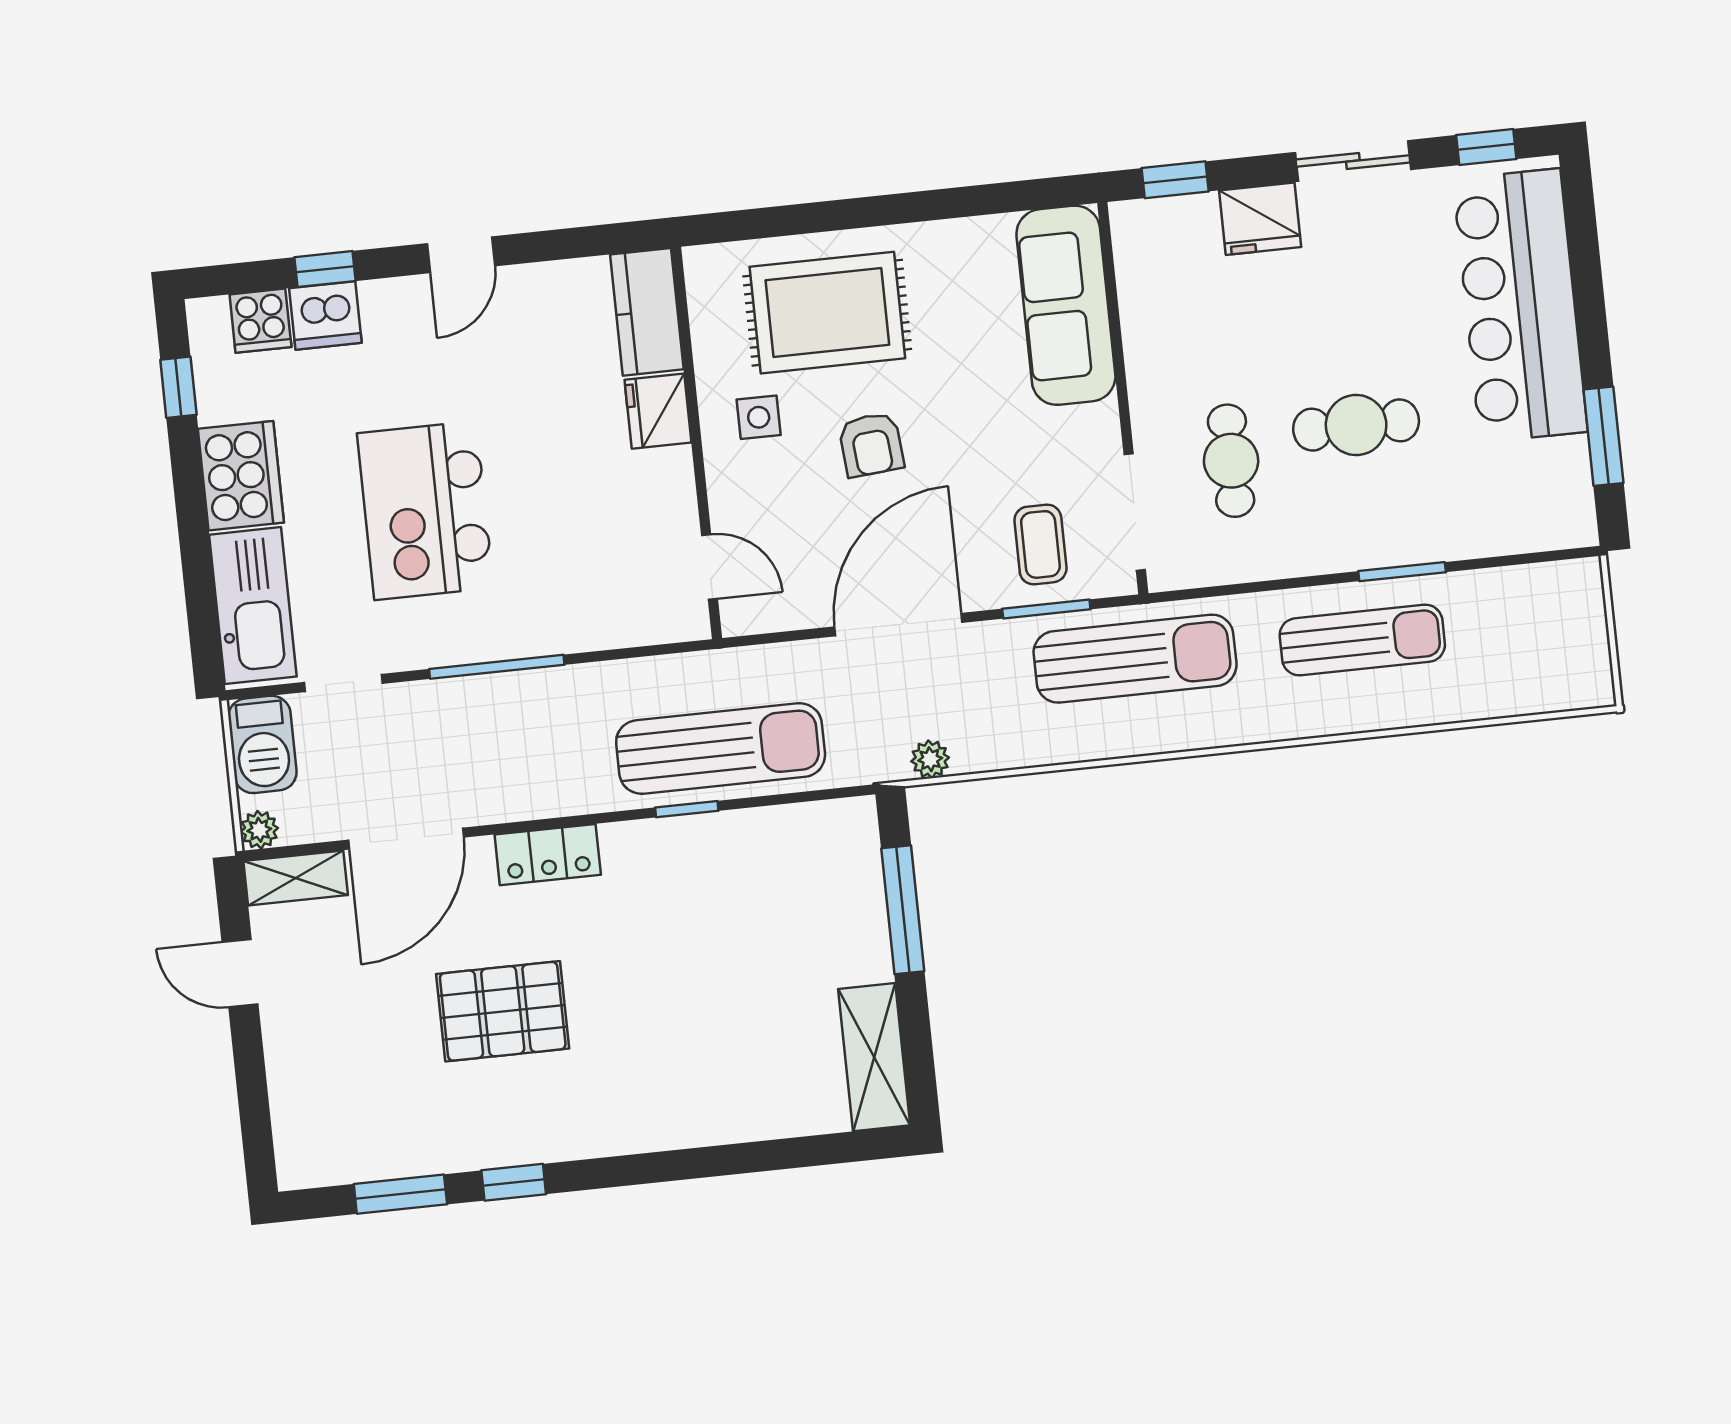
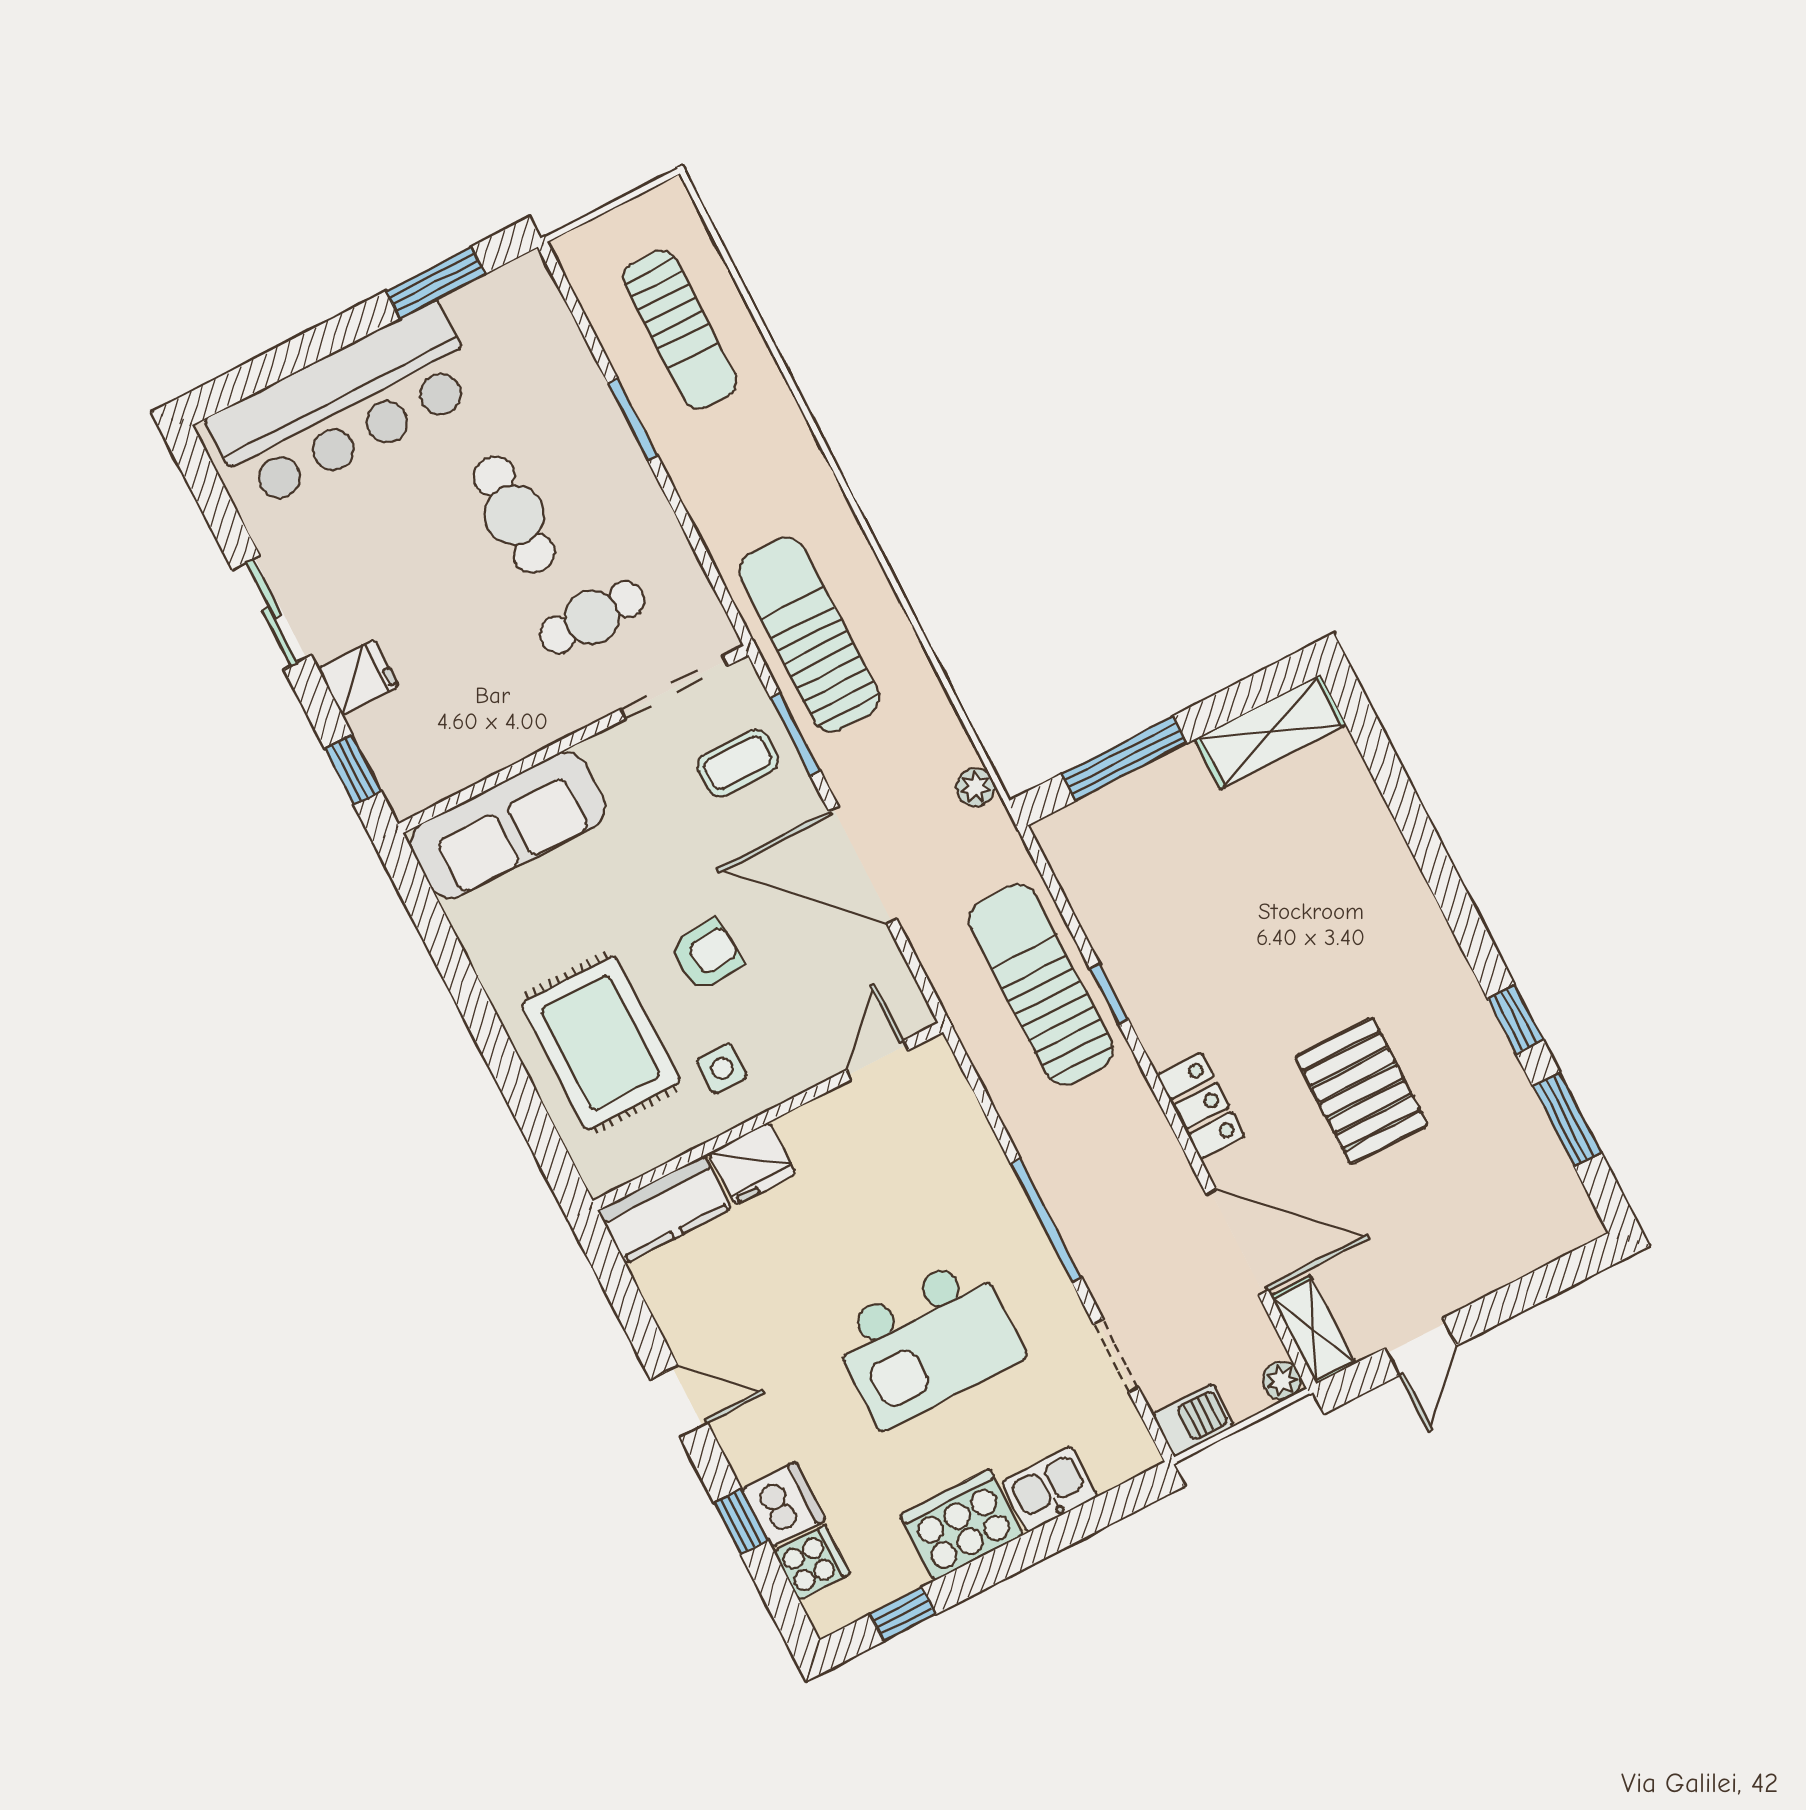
window: (1486, 147) -> (211, 495), removed
fridge: (1260, 219) -> (358, 677), width x0.72
kitchen sink: (253, 606) -> (1050, 1489), width x0.53, depth x0.81
sun lounger: (1362, 640) -> (680, 330), moved, turned 180
barbecue: (262, 744) -> (1193, 1420), width x0.73, depth x0.79

